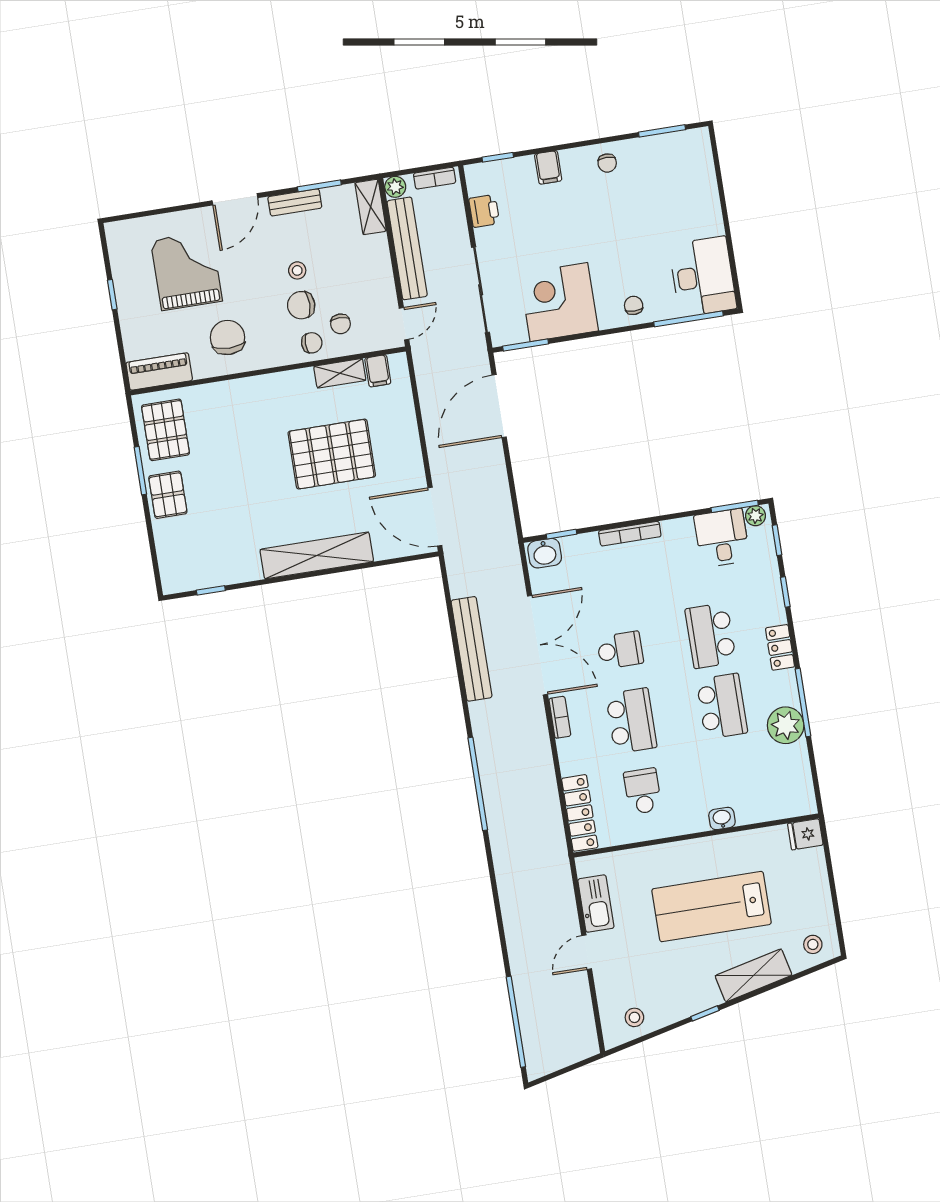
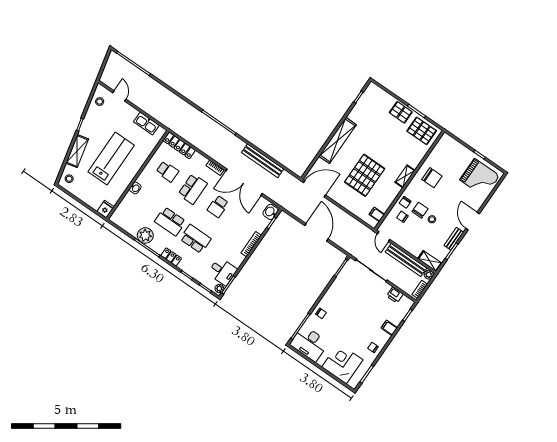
grand piano: (186, 271) -> (480, 178), moved
corner desk: (559, 302) -> (342, 363), moved, turned -90
piano: (159, 371) -> (442, 146), removed
shelving: (340, 373) -> (405, 176), moved
door: (499, 406) -> (316, 232), moved
school desk: (631, 721) -> (193, 189), turned -90
door: (587, 952) -> (119, 96), moved

